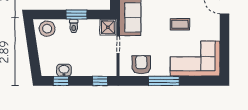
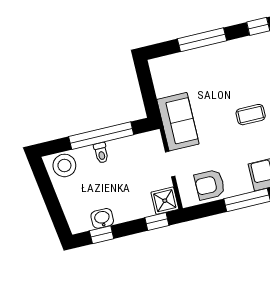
window: (76, 15) -> (101, 136), width x2.11
shower: (108, 27) -> (165, 201), moved
armchair: (141, 65) -> (210, 185), turned -90

